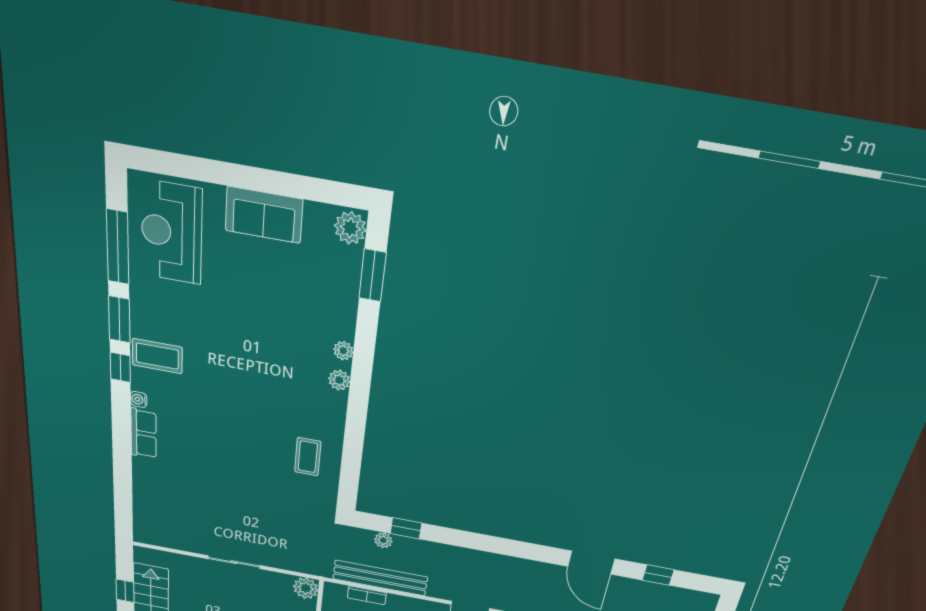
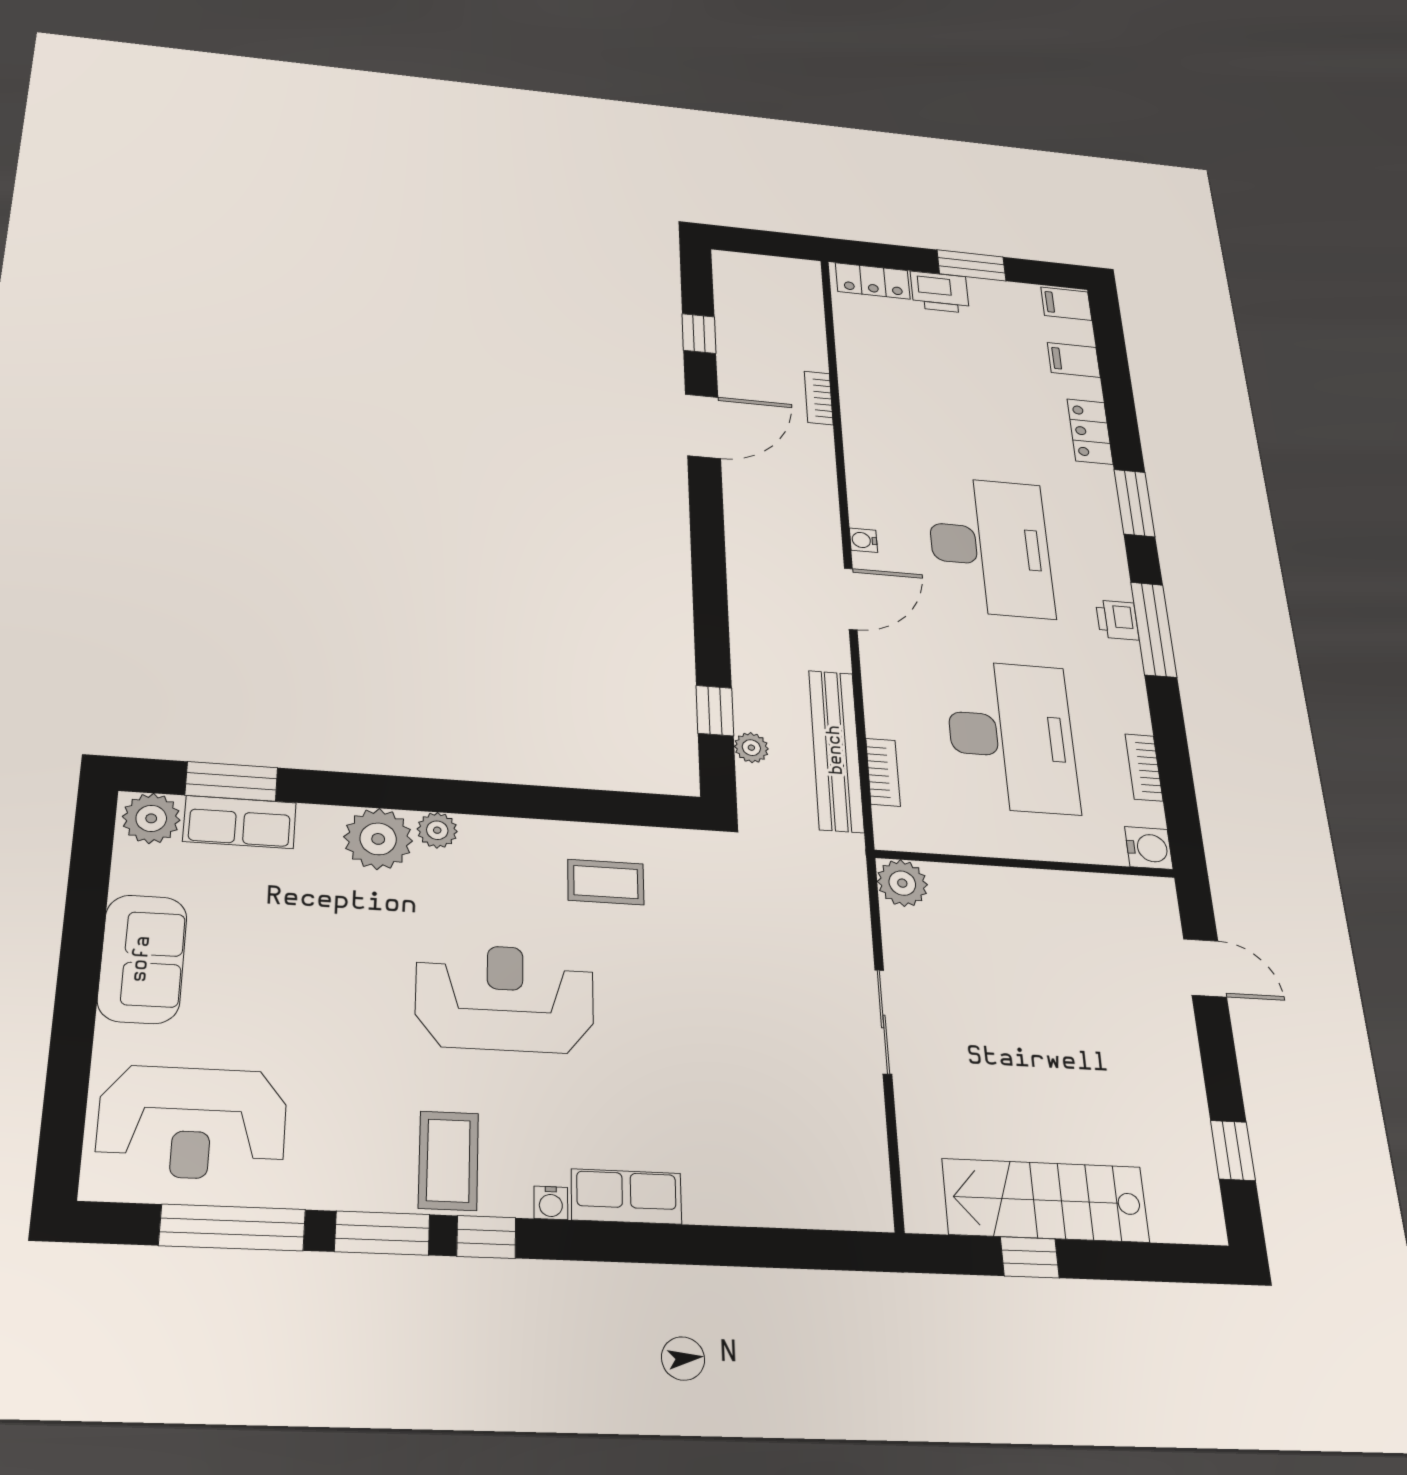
row of seats: (347, 277) -> (240, 822), added
plant: (343, 351) -> (378, 839), width x1.88, depth x1.88
reception desk: (243, 397) -> (505, 998), added

